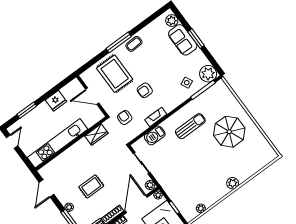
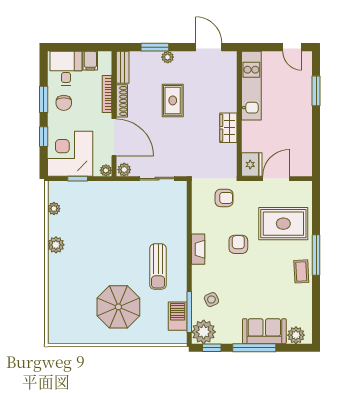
window: (196, 39) -> (254, 348), width x1.44
window: (214, 63) -> (212, 348), added
fridge: (56, 101) -> (252, 164), moved, turned 180
fireplace: (156, 117) -> (198, 249), moved
wardrobe: (96, 135) -> (228, 128), moved
barbecue: (155, 135) -> (178, 316), moved
kitchen unit: (57, 143) -> (251, 86), width x0.73
plant: (233, 183) -> (56, 245), moved

